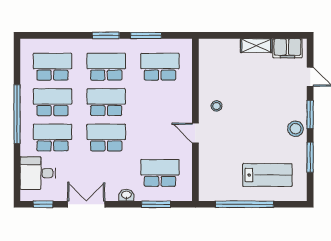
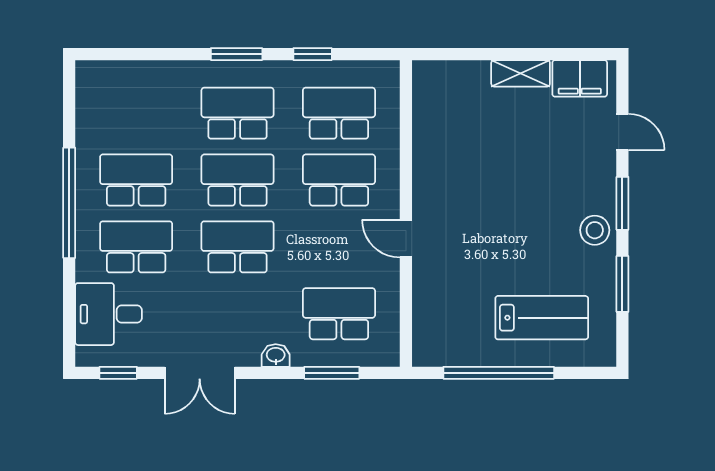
window: (146, 35) -> (313, 54), width x0.67
school desk: (52, 67) -> (339, 180), moved
stool: (216, 106) -> (446, 187), removed
double door: (86, 204) -> (200, 373), swing flipped

